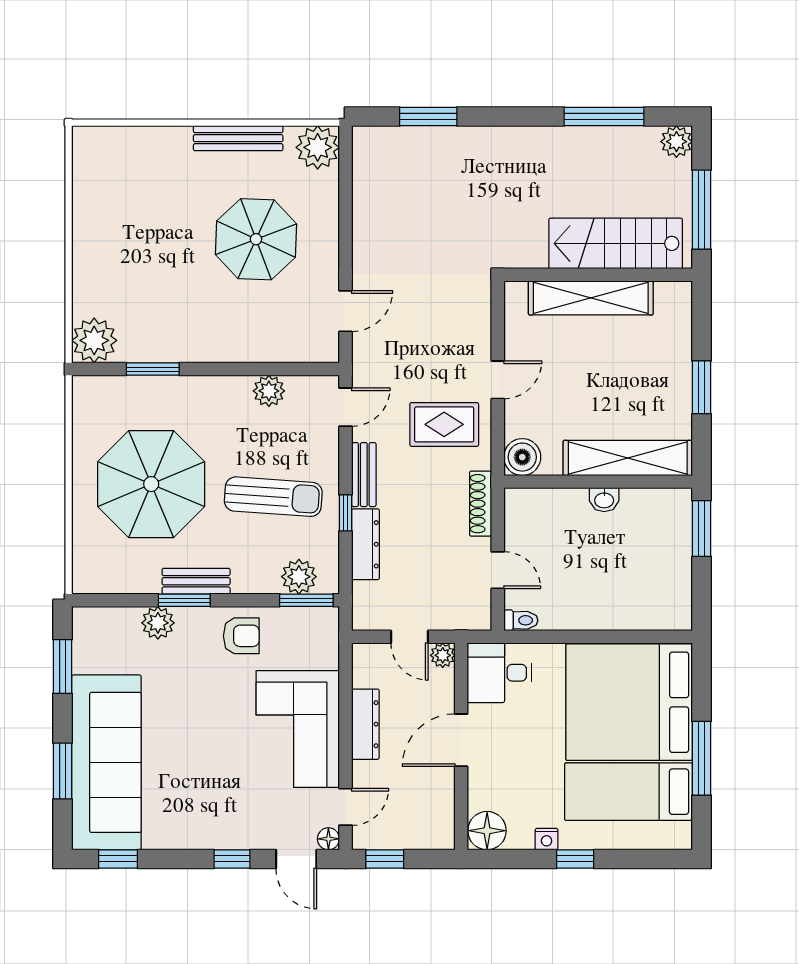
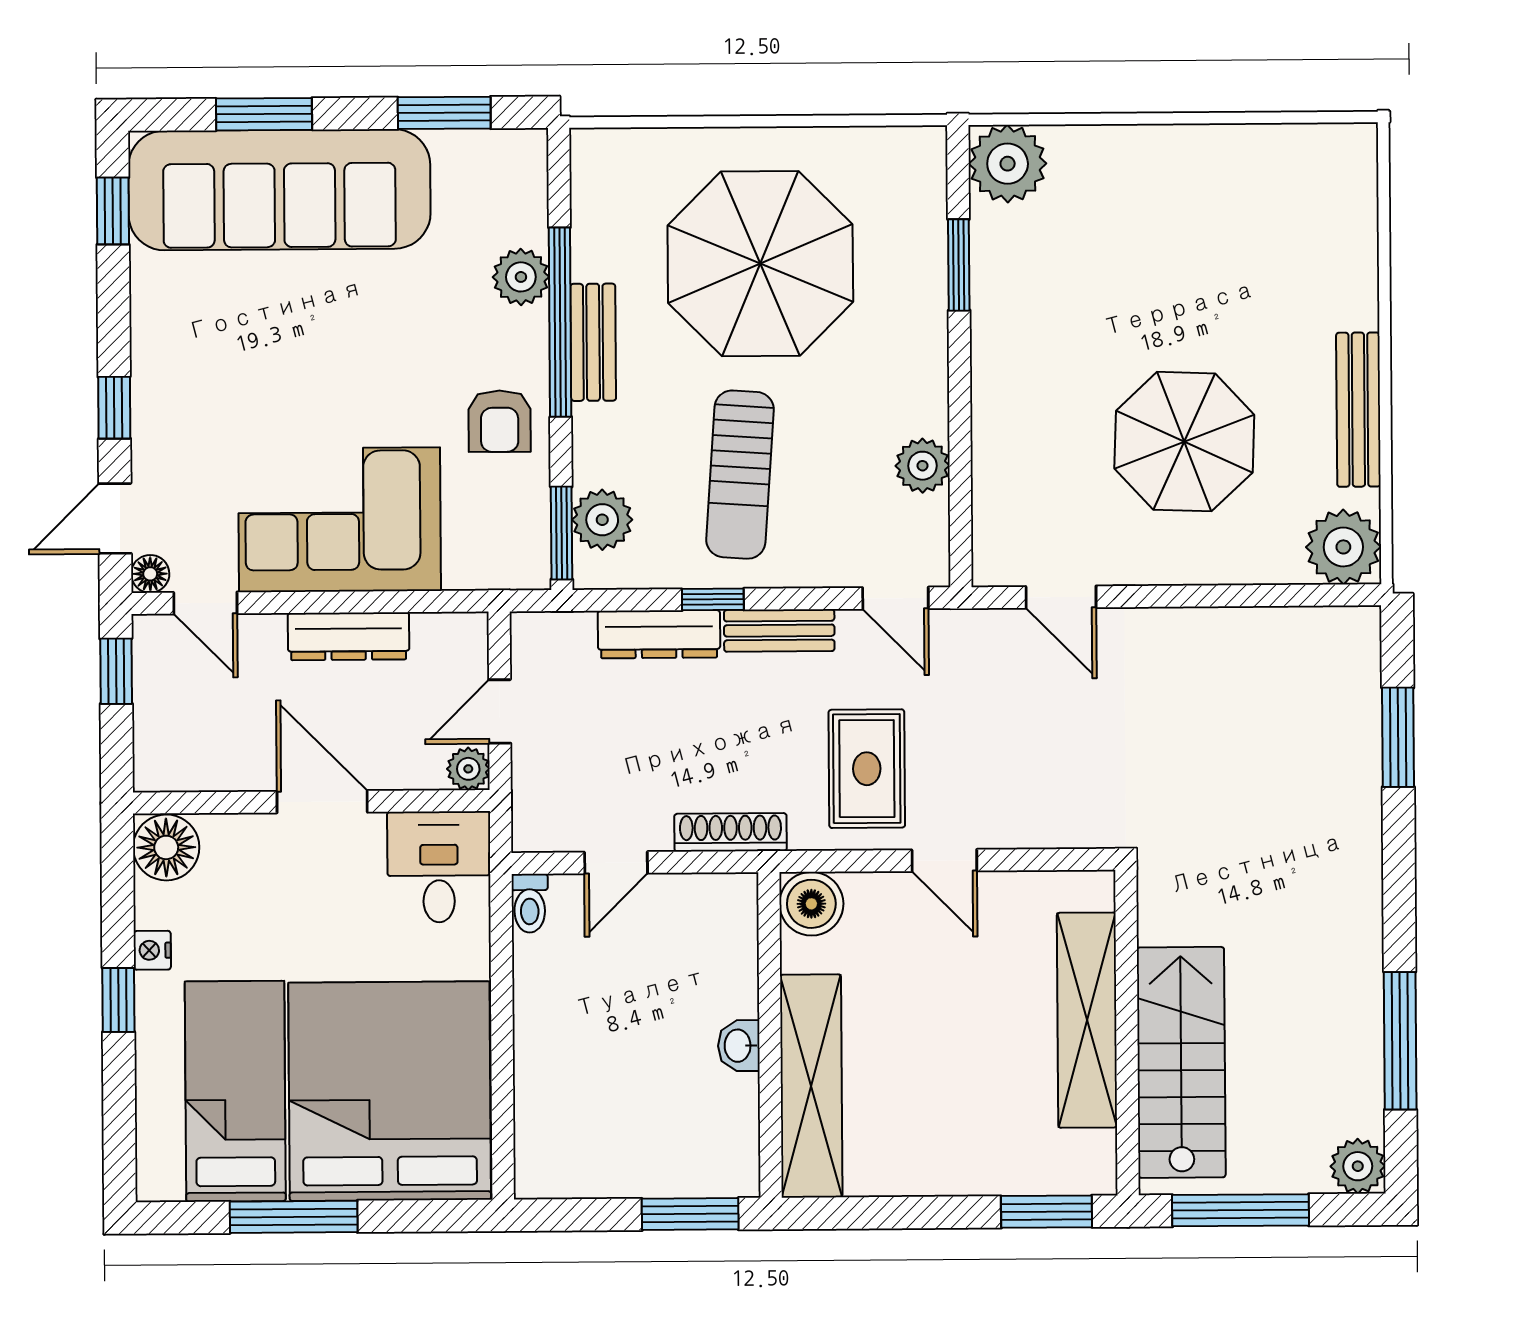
window: (702, 387) -> (1047, 1212), moved
window: (184, 600) -> (560, 322), width x2.11

